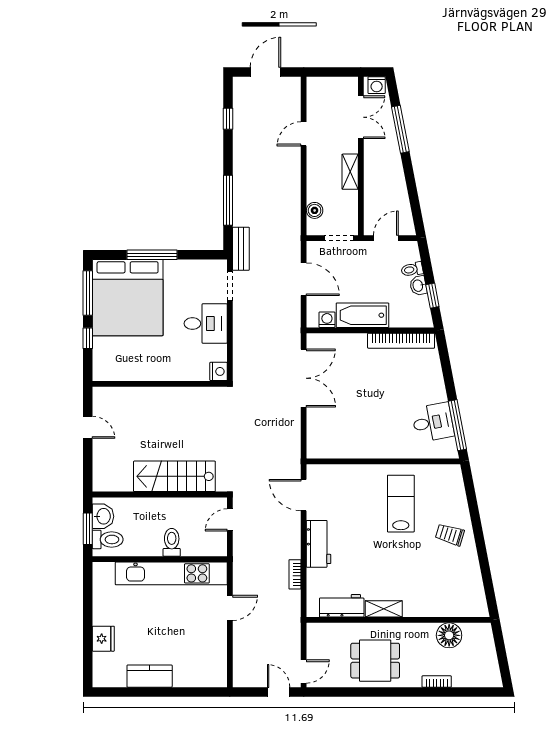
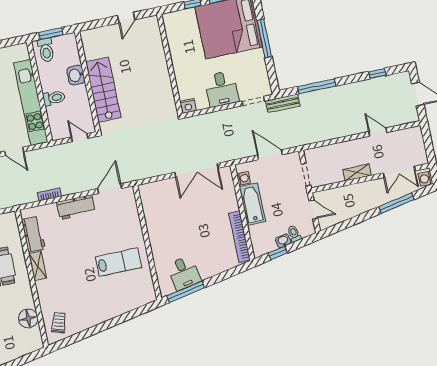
boiler: (315, 210) -> (323, 152), removed
door: (304, 279) -> (270, 155), swing flipped
washbasin: (103, 516) -> (76, 75), moved, turned 90
trolley: (450, 535) -> (59, 323), moved

